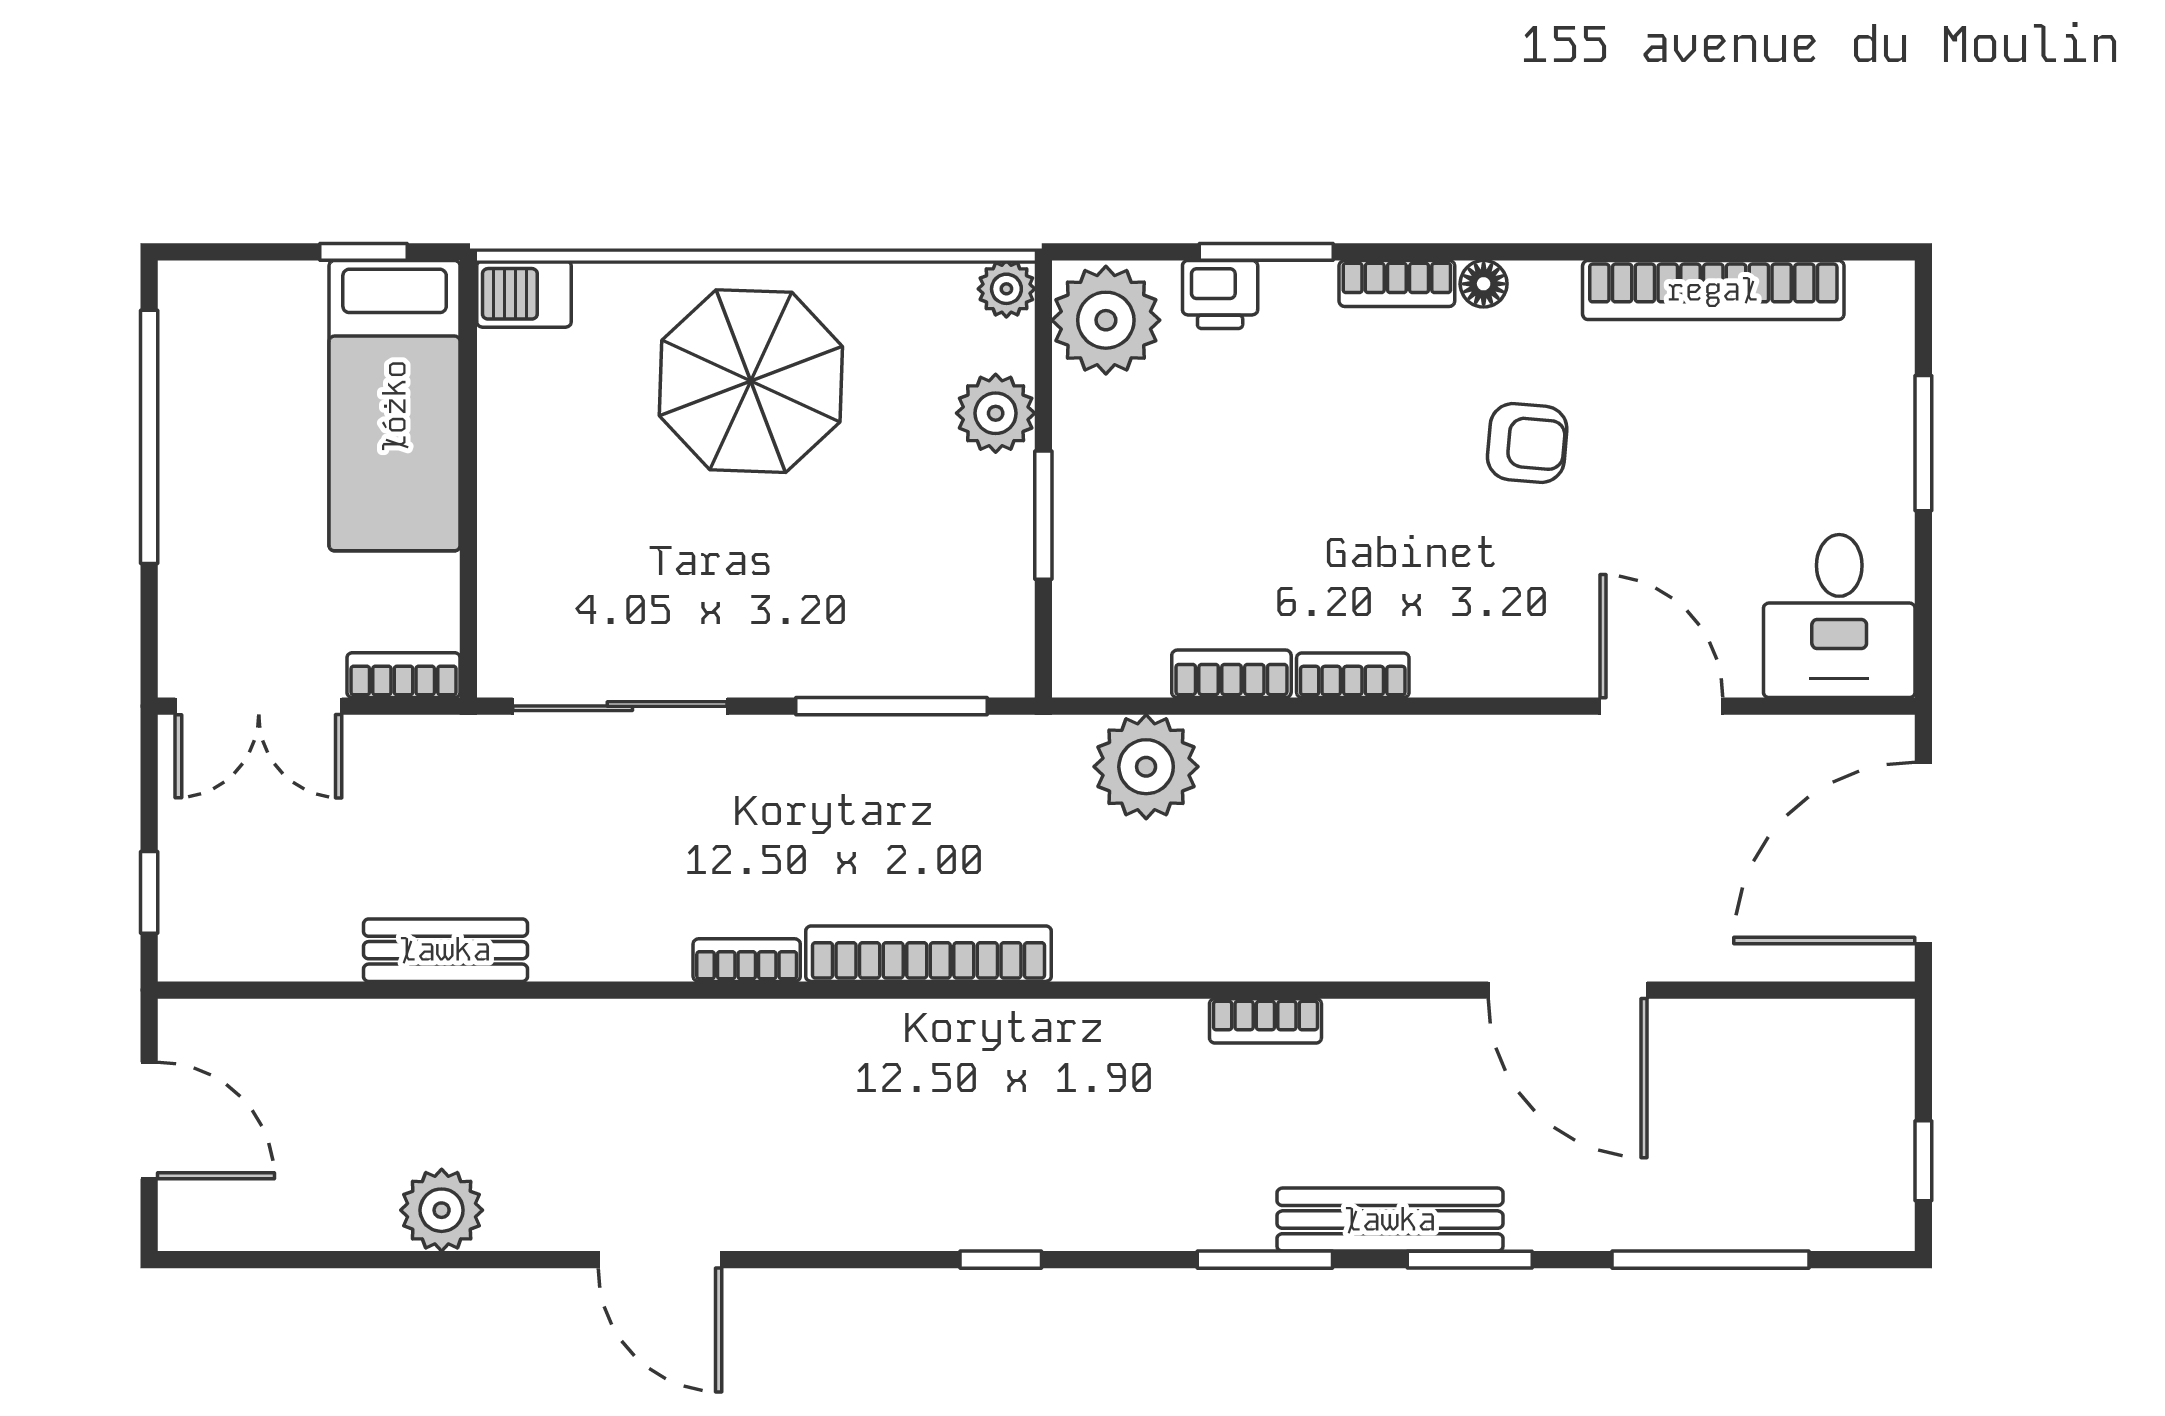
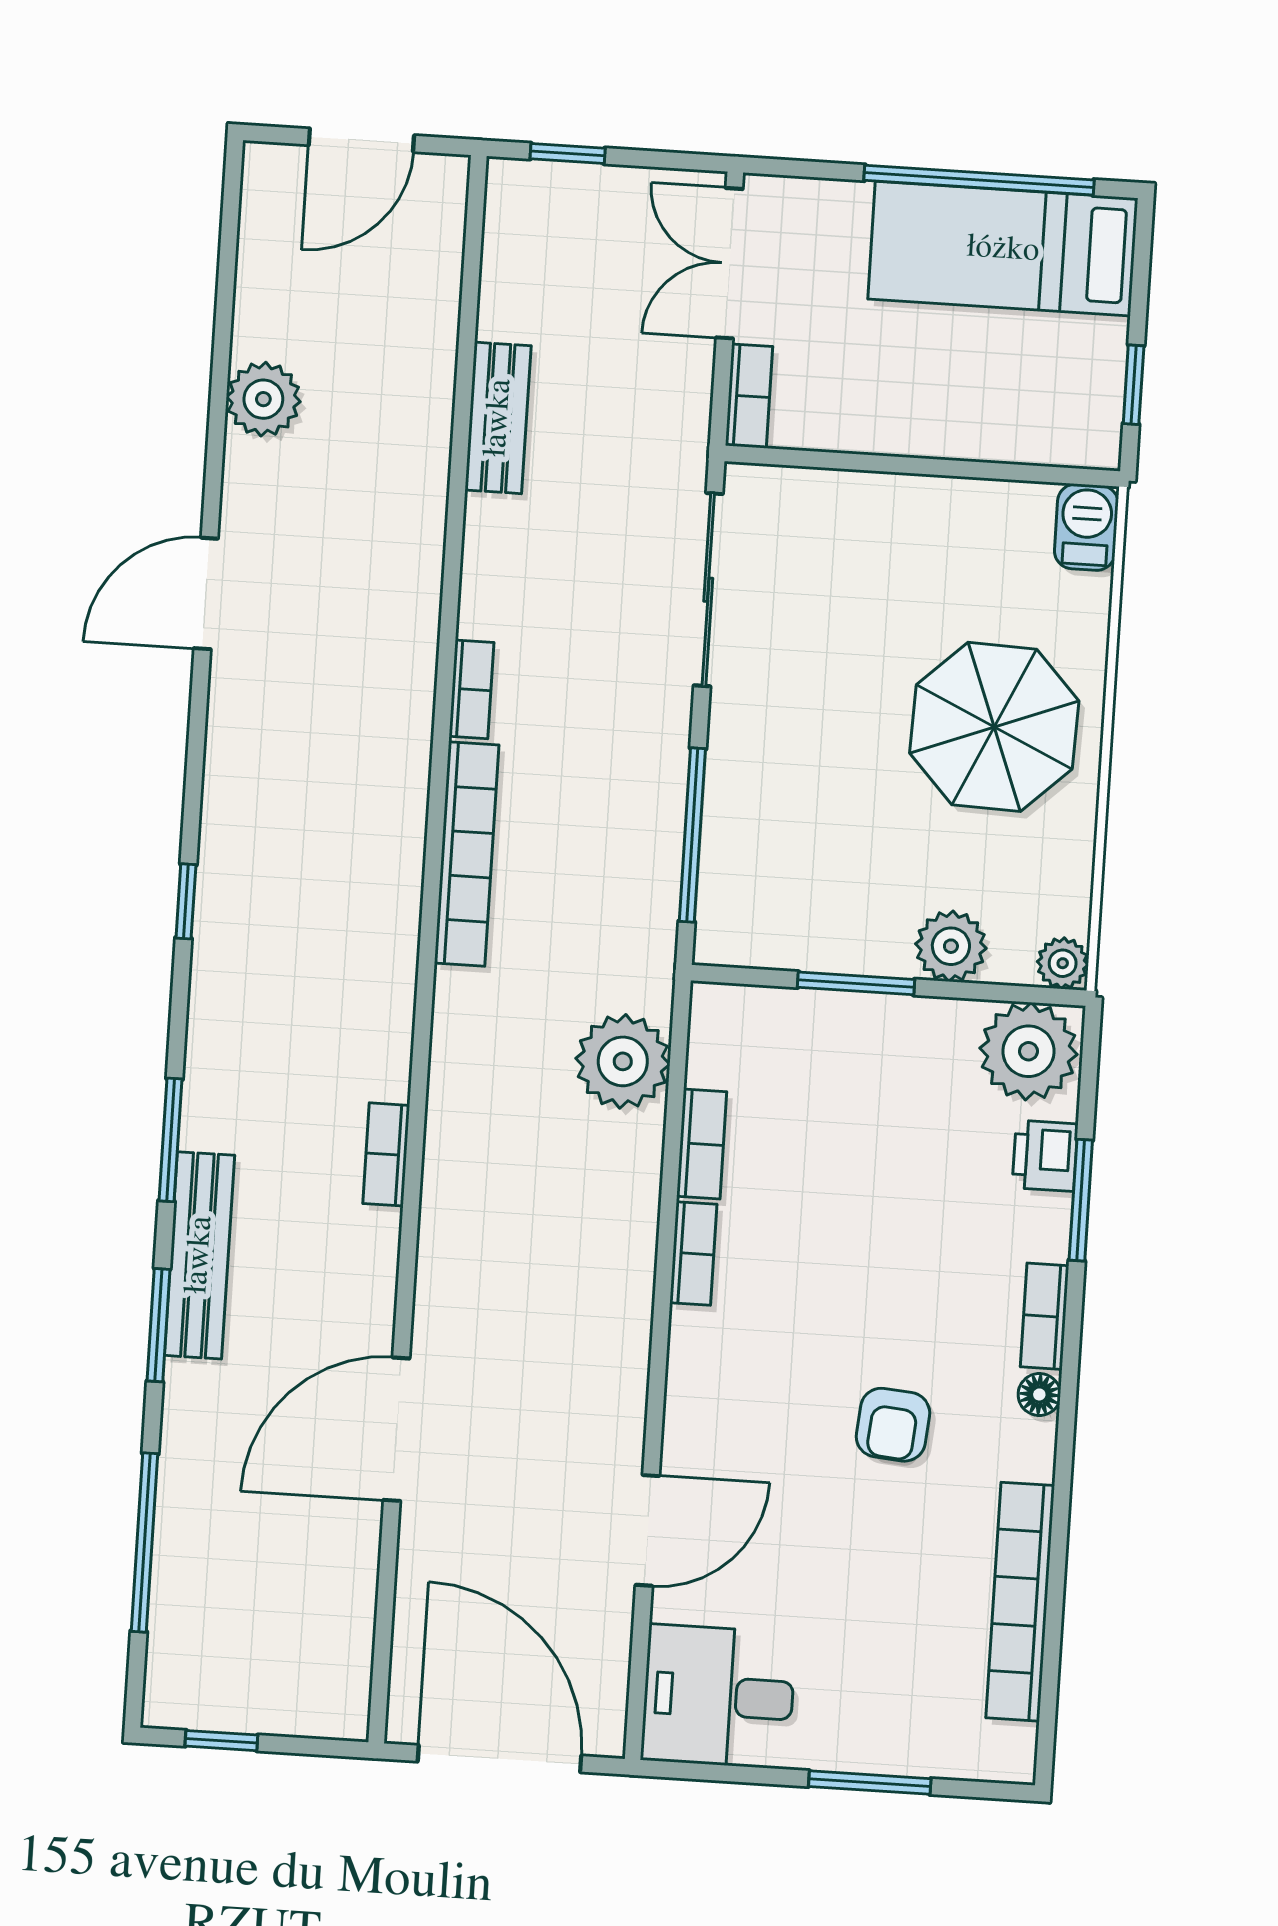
bed: (395, 406) -> (1003, 249), moved

